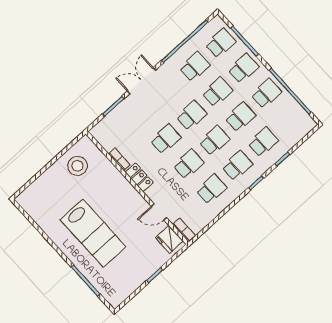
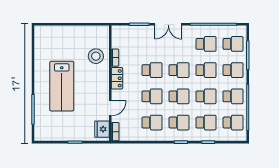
double door: (141, 81) -> (168, 24), swing flipped
school desk: (289, 118) -> (233, 123), added
stool: (78, 166) -> (96, 56), moved
door: (159, 212) -> (110, 108), swing flipped

